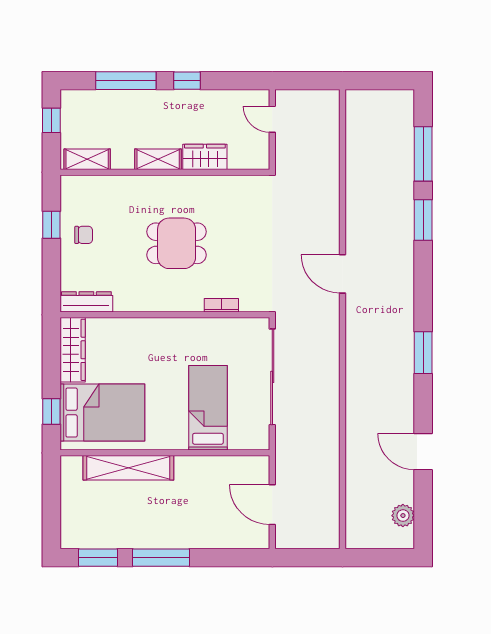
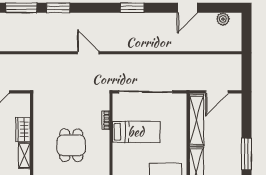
door: (342, 274) -> (88, 53), swing flipped
bed: (208, 408) -> (136, 132), moved, turned 180
shelving: (222, 468) -> (197, 120), added

